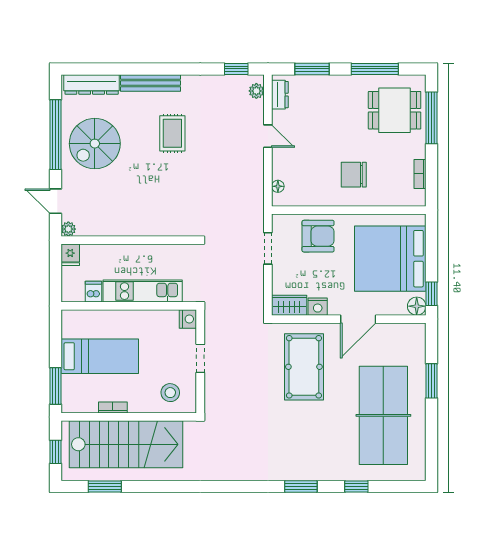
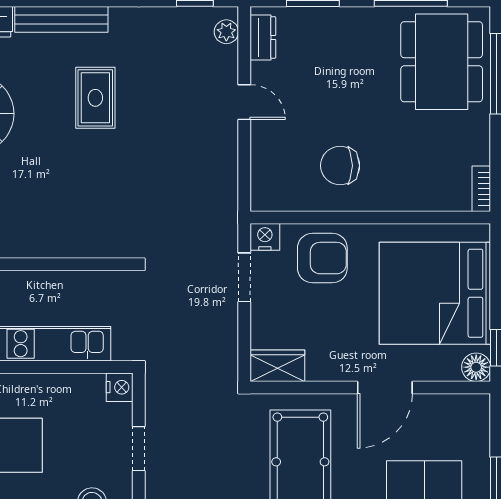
dining table: (395, 110) -> (442, 62), width x1.38
bookcase: (420, 174) -> (481, 189), moved
chair: (354, 175) -> (340, 166), moved
floor lamp: (278, 186) -> (260, 180), removed
nightstand: (318, 307) -> (265, 237), moved, turned 180

